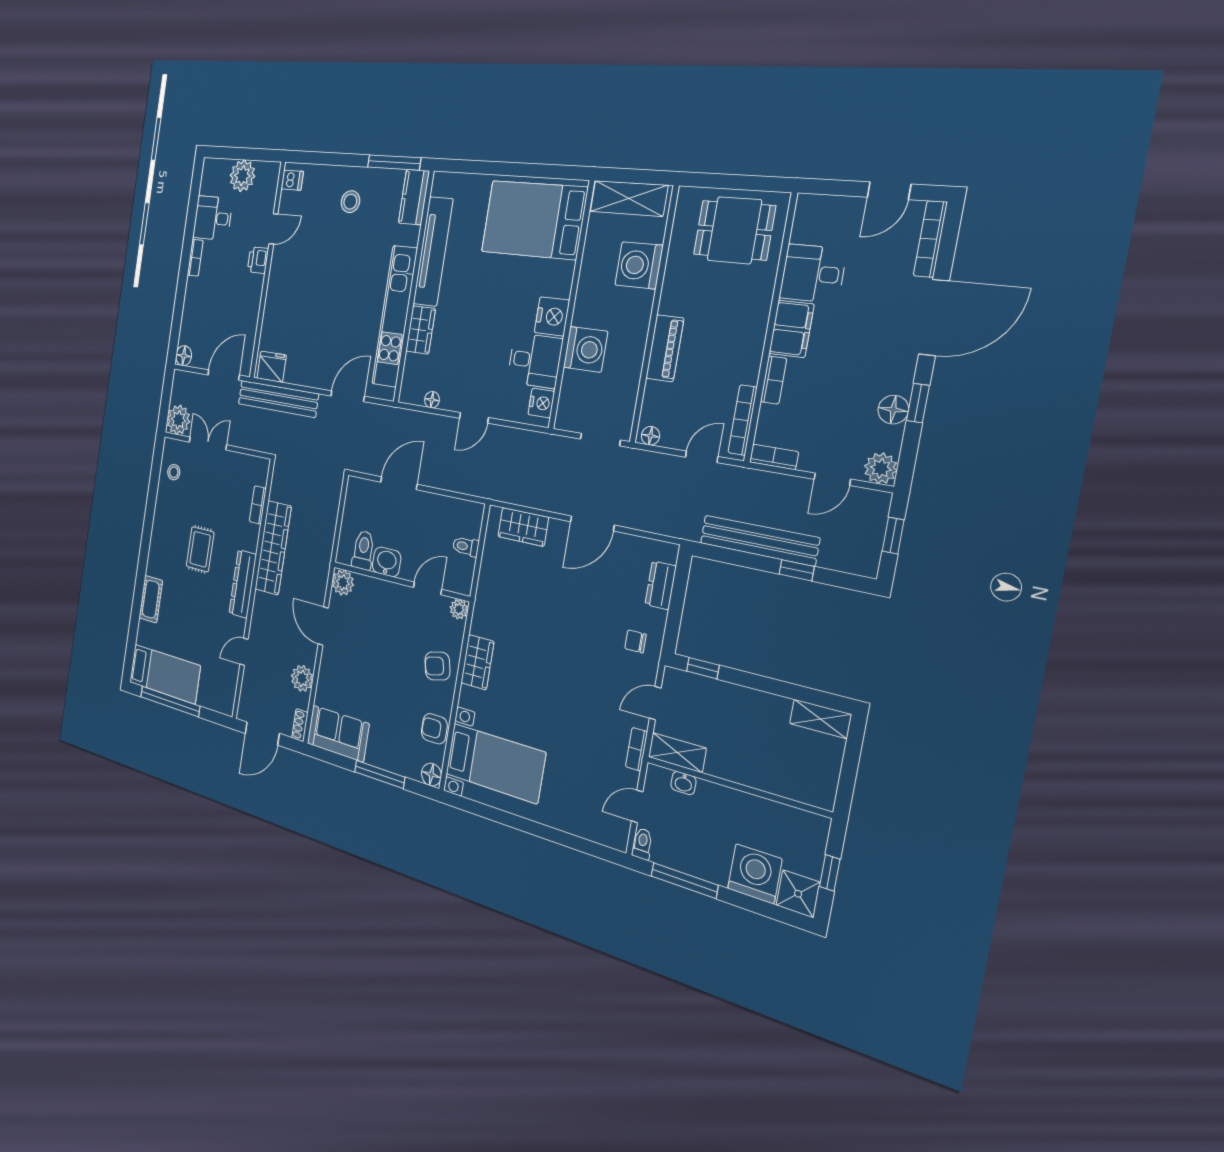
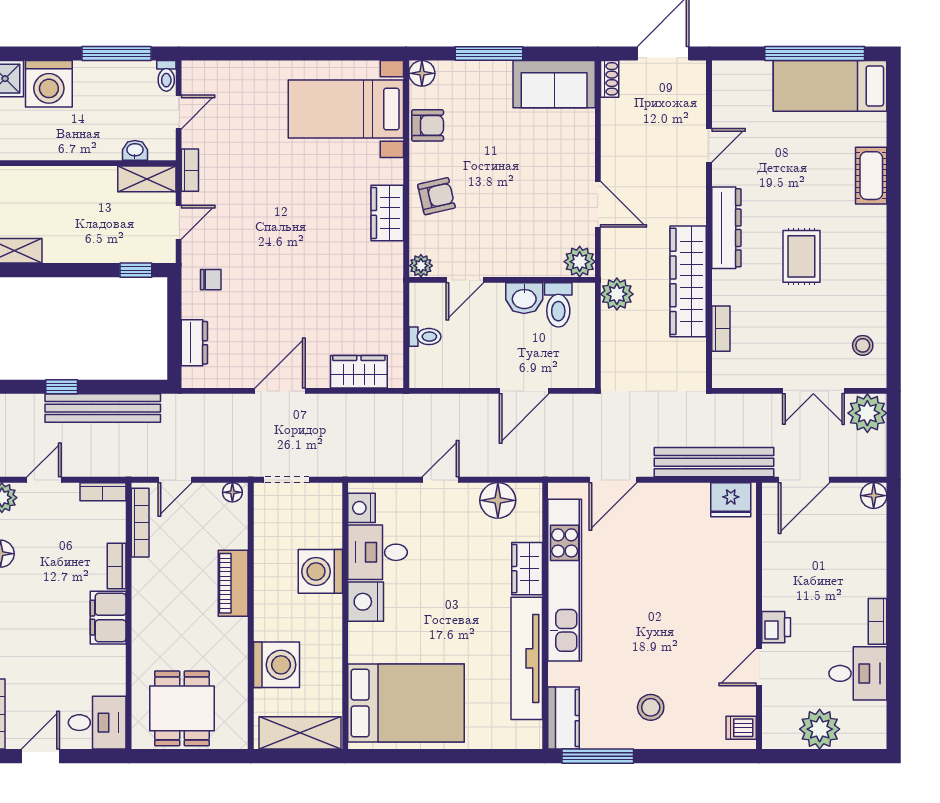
dining table: (734, 230) -> (182, 708), turned 90
desk: (813, 273) -> (97, 723), moved
floor lamp: (432, 400) -> (498, 500), width x1.89, depth x1.89
plant: (302, 678) -> (617, 294), moved

